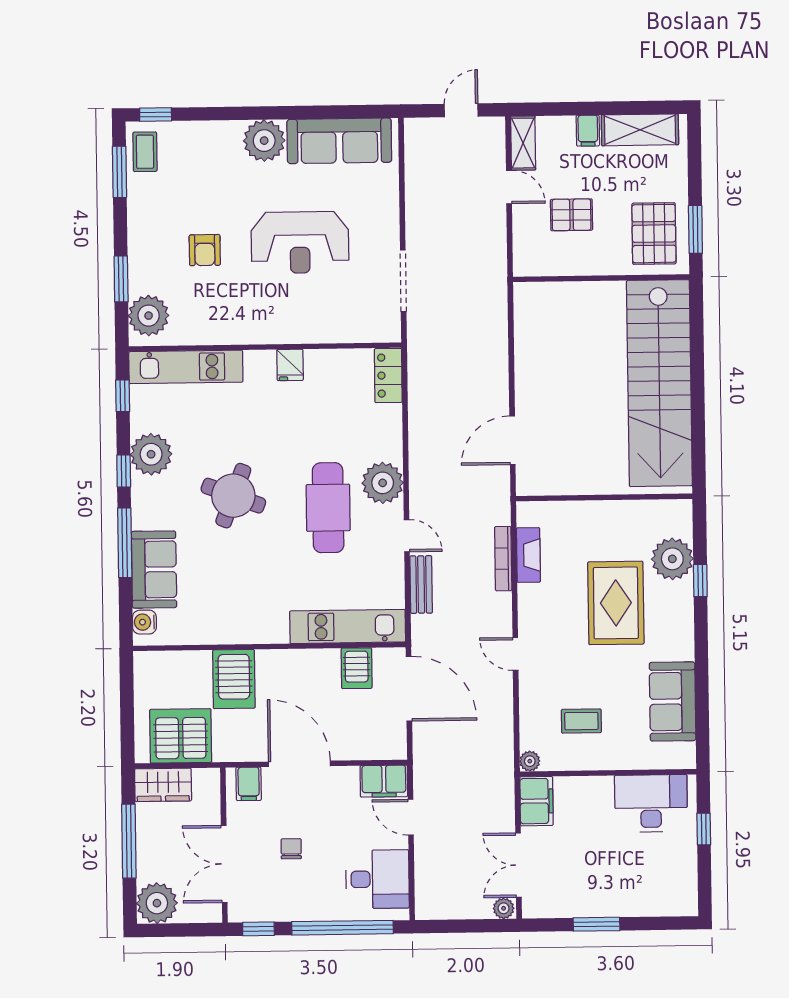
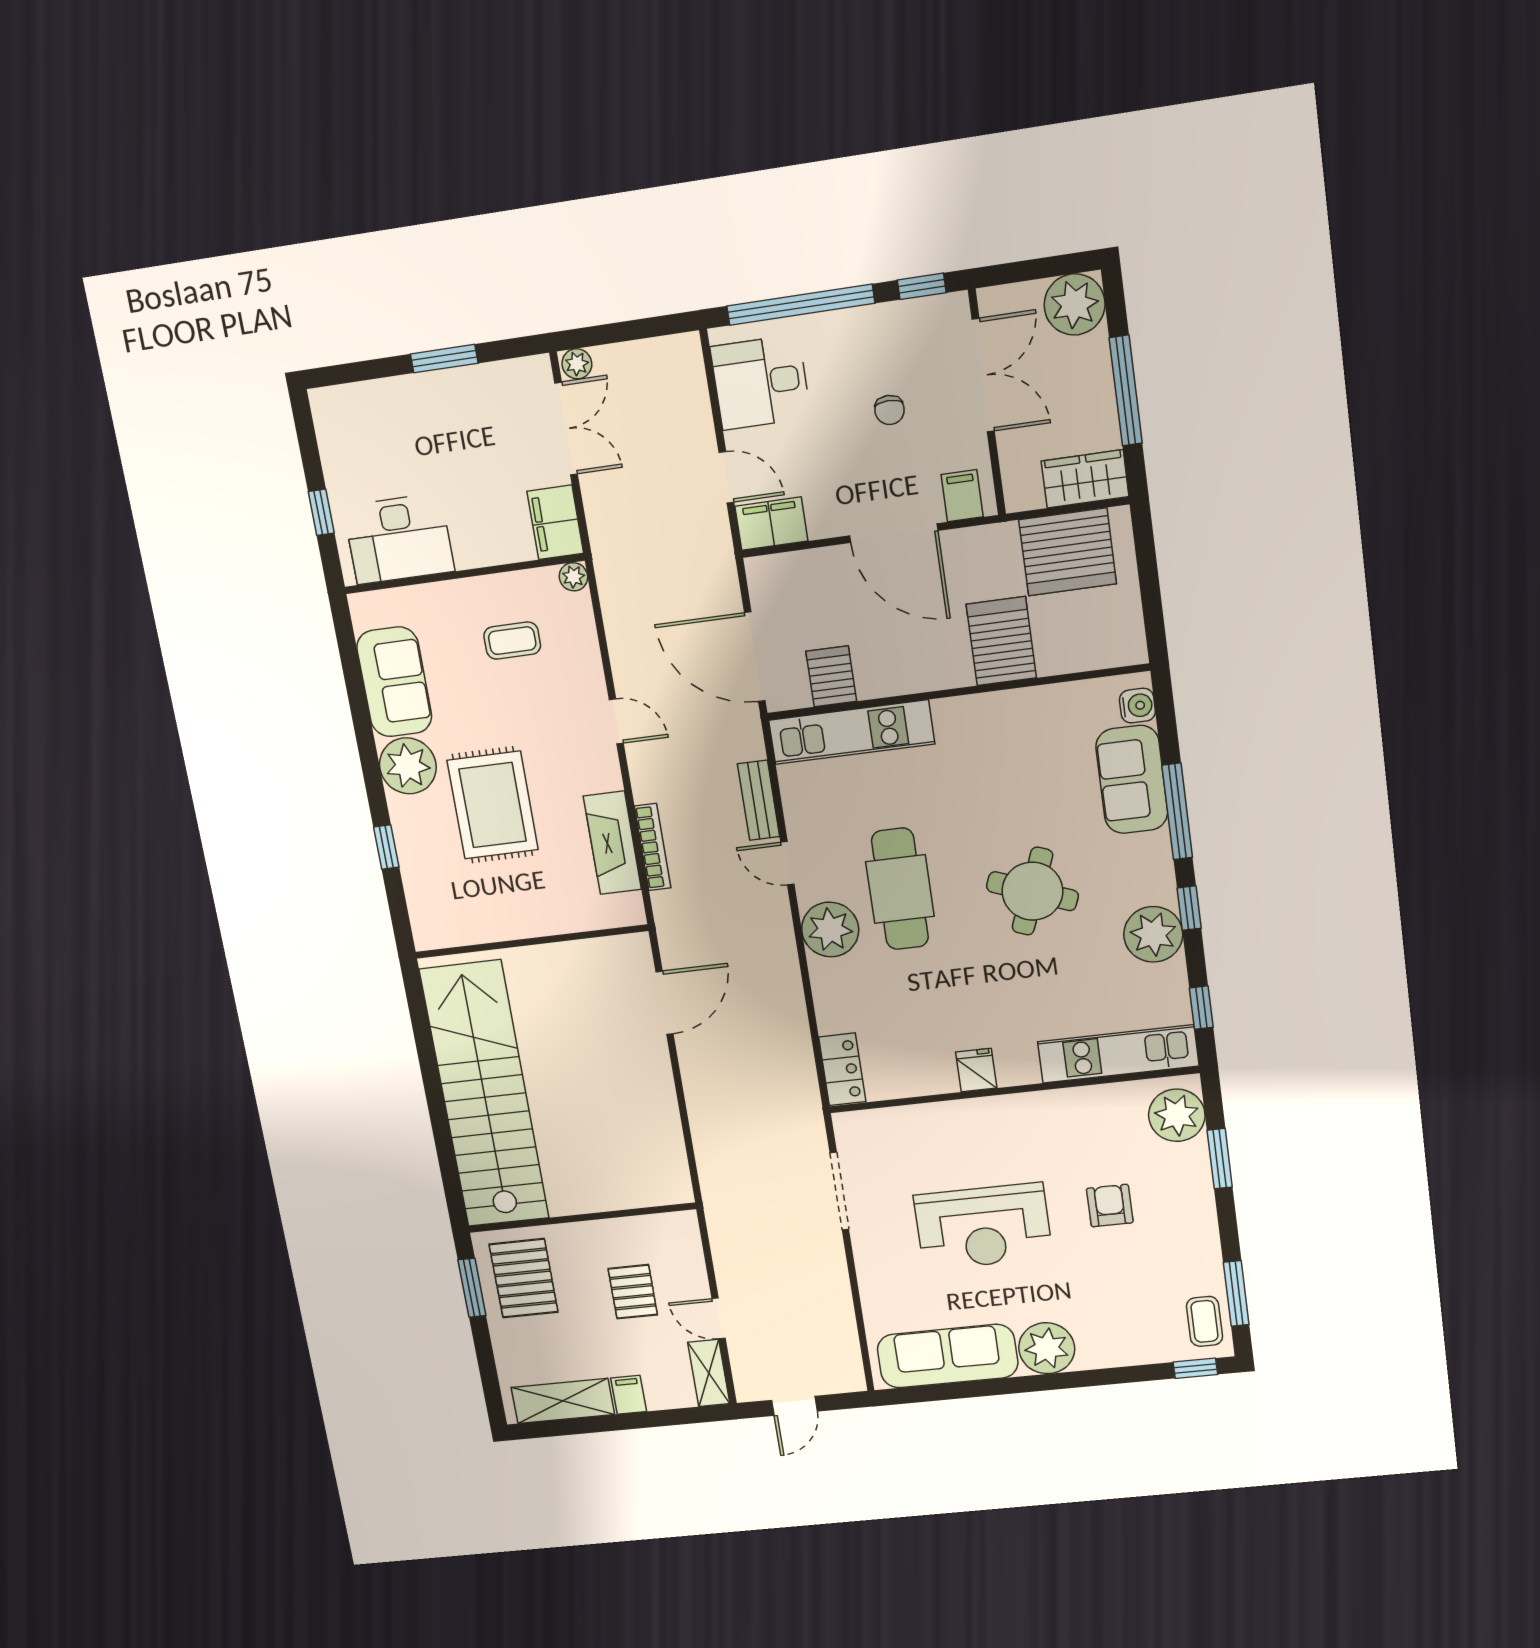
pallet: (572, 215) -> (633, 1292), turned 90
reception desk: (300, 242) -> (983, 1227), turned 180
fireplace: (528, 555) -> (612, 843), width x1.37, depth x1.32
plant: (672, 559) -> (408, 766), moved

